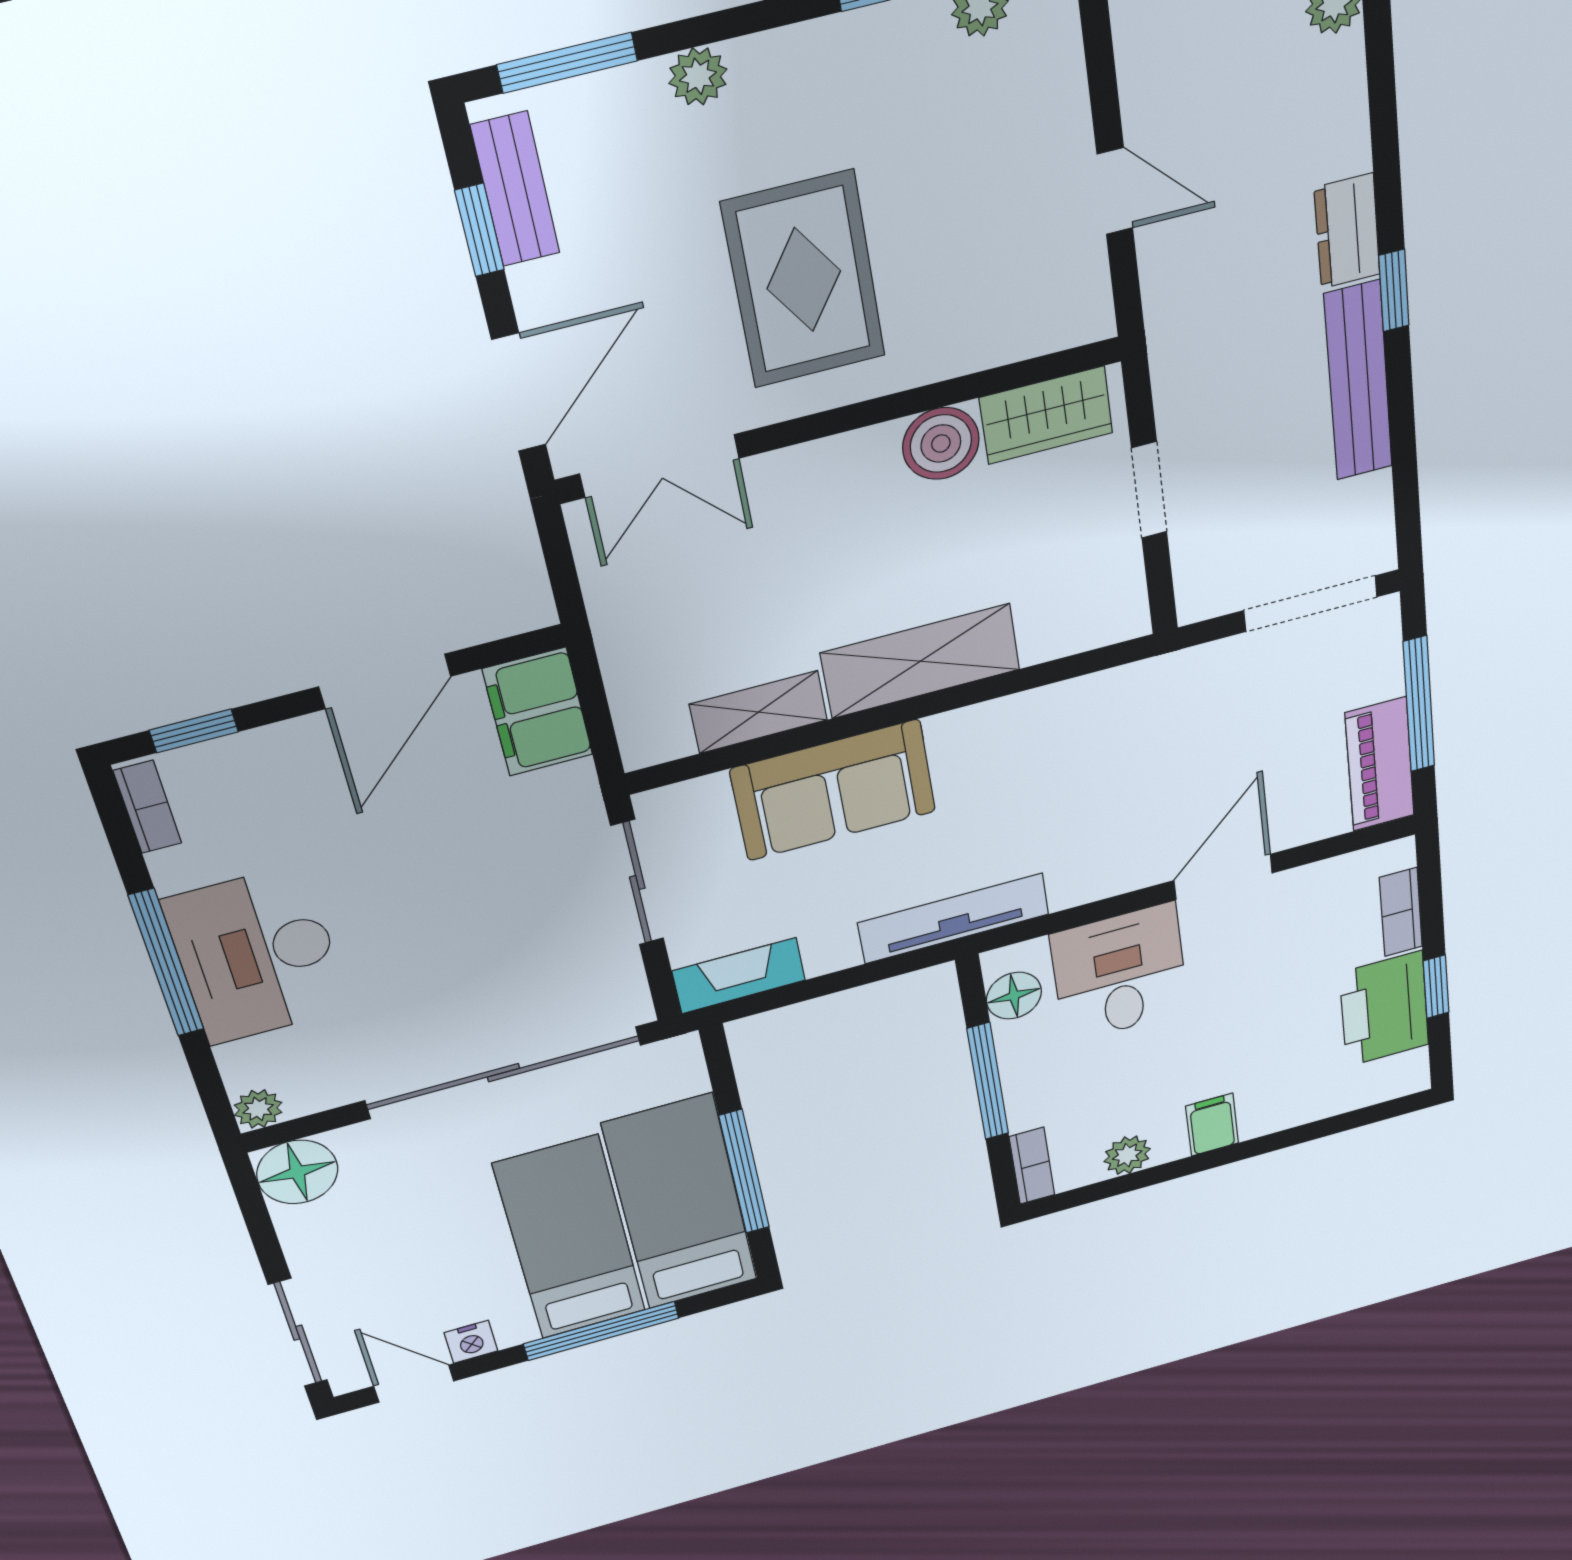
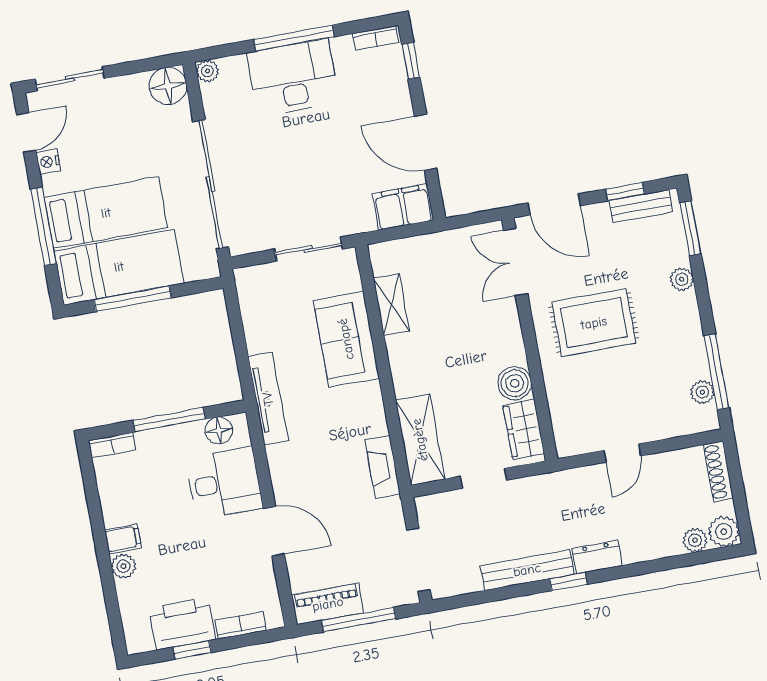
shelving: (921, 661) -> (420, 440), moved
fireplace: (739, 976) -> (383, 467), moved, turned 180
plant: (1127, 1155) -> (124, 566), moved

